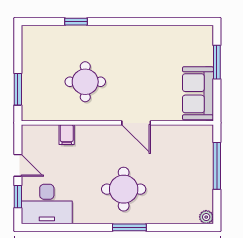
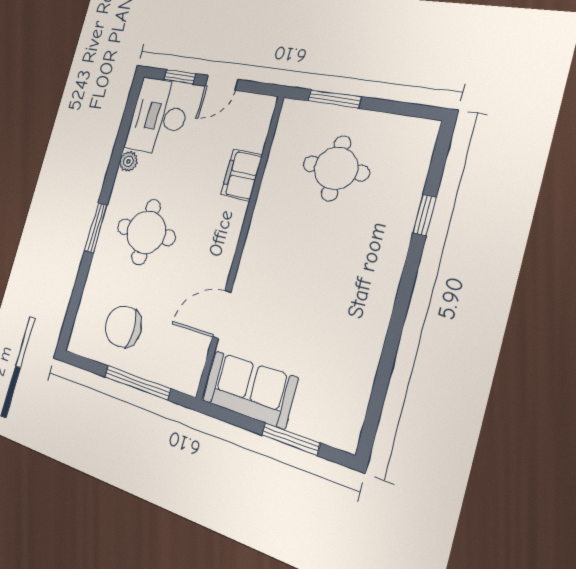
round table: (85, 82) -> (336, 168), moved
door: (136, 123) -> (222, 314), moved
filing cabinet: (67, 135) -> (241, 175), width x2.00
chair: (186, 187) -> (123, 326), added
plant: (206, 217) -> (128, 161), moved

